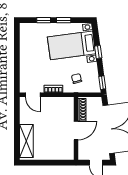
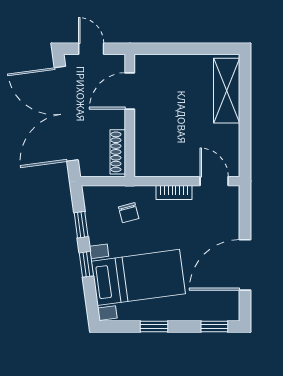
window: (44, 20) -> (214, 326), moved
door: (17, 52) -> (245, 265), added
window: (102, 83) -> (81, 225), moved
door: (76, 130) -> (130, 91), moved

